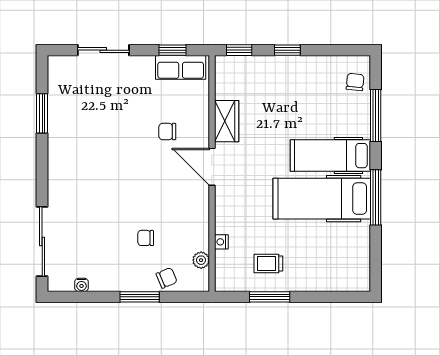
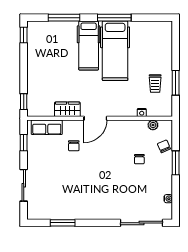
window: (287, 50) -> (24, 35), moved
row of seats: (181, 67) -> (47, 127), moved, turned 90
chair: (355, 82) -> (43, 30), removed

